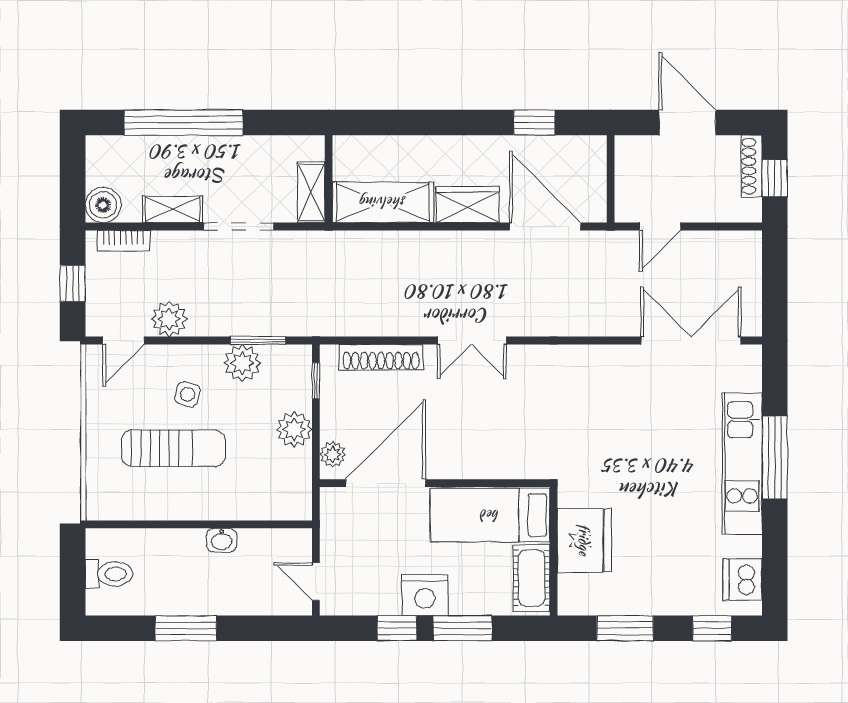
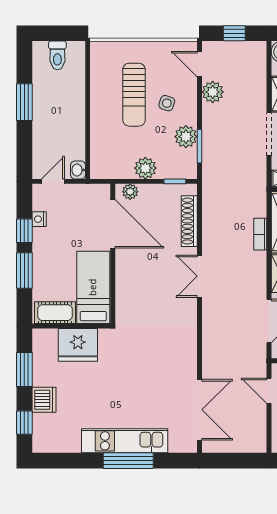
bookcase: (123, 241) -> (260, 234), moved
washbasin: (222, 540) -> (78, 170), moved
dishwasher: (742, 579) -> (44, 400), moved, turned 90
nightstand: (425, 595) -> (39, 219), moved, width x0.53, depth x0.56

